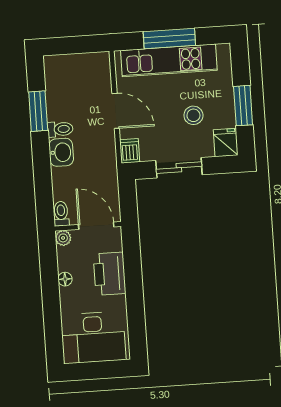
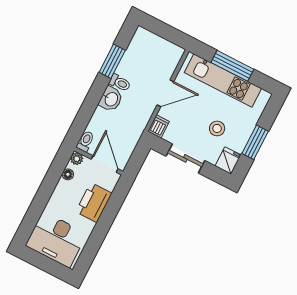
door: (116, 111) -> (165, 93), hinge flipped
floor lamp: (65, 279) -> (68, 174), moved

